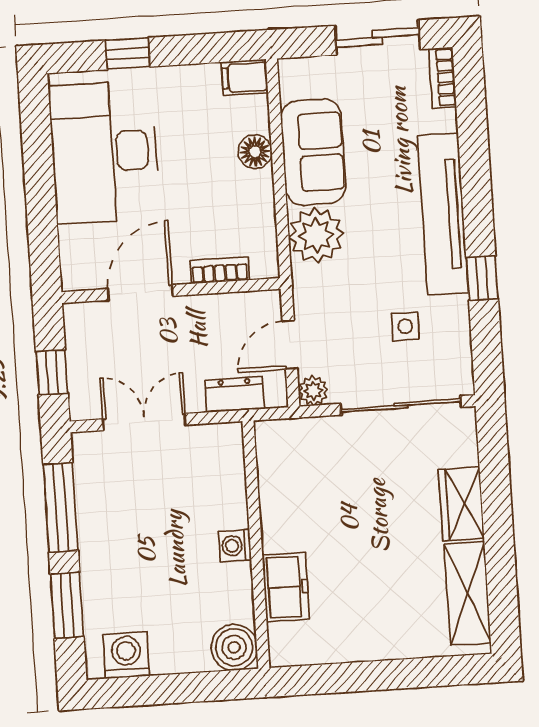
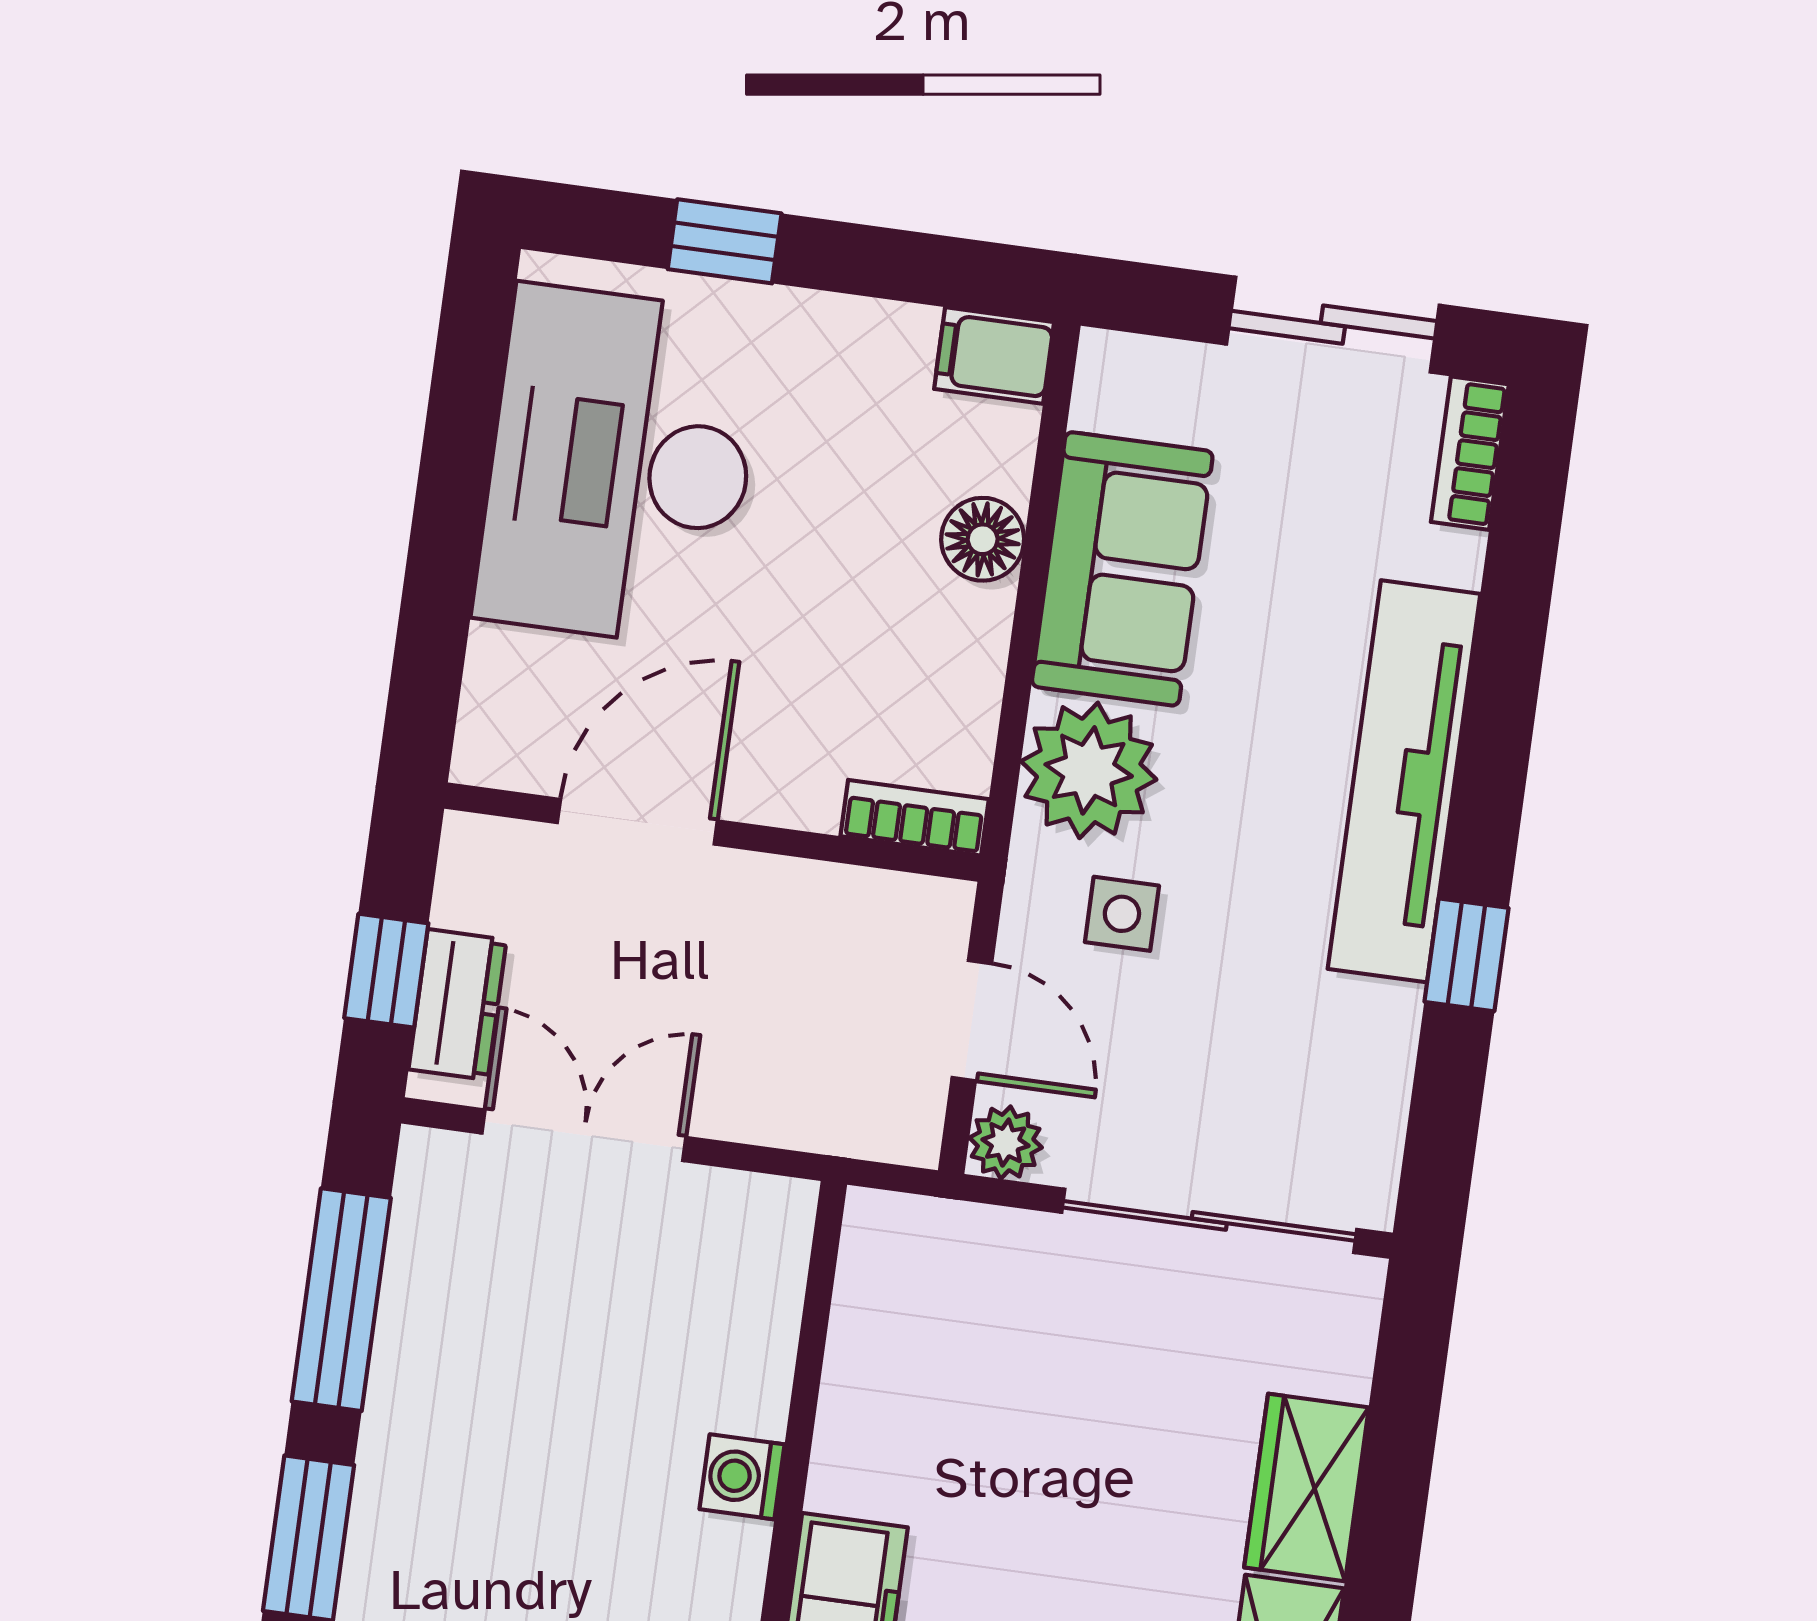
bookcase: (220, 270) -> (915, 818), moved
side table: (405, 326) -> (1122, 914), moved
door: (290, 345) -> (972, 1021), swing flipped
dresser: (235, 394) -> (458, 1005), moved, turned 90

